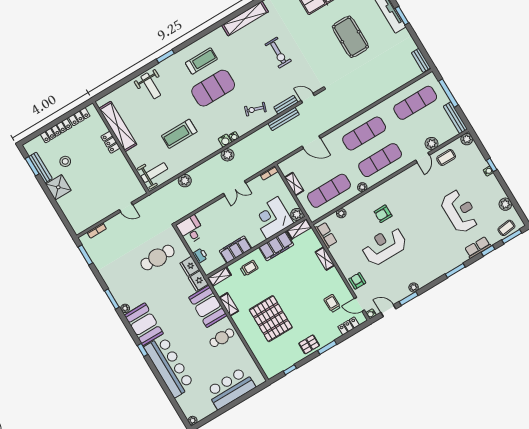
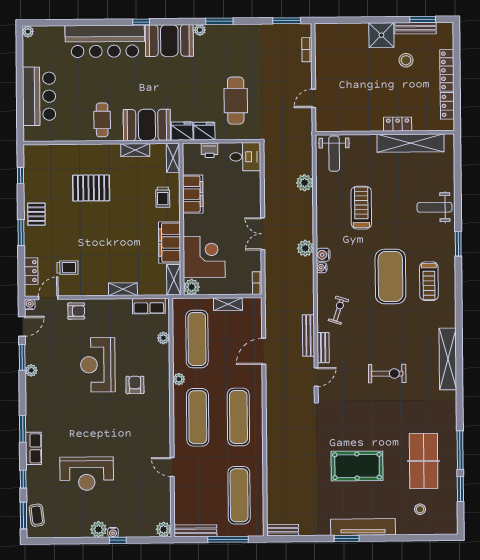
exercise bike: (278, 53) -> (387, 374), turned 180
plant: (432, 144) -> (182, 487), removed
coffee table: (446, 157) -> (157, 494), removed
plant: (505, 204) -> (99, 529), moved
reception desk: (384, 246) -> (98, 365), turned 180
row of seats: (478, 247) -> (34, 448), moved
pallet: (271, 319) -> (91, 188), width x0.73, depth x0.71

